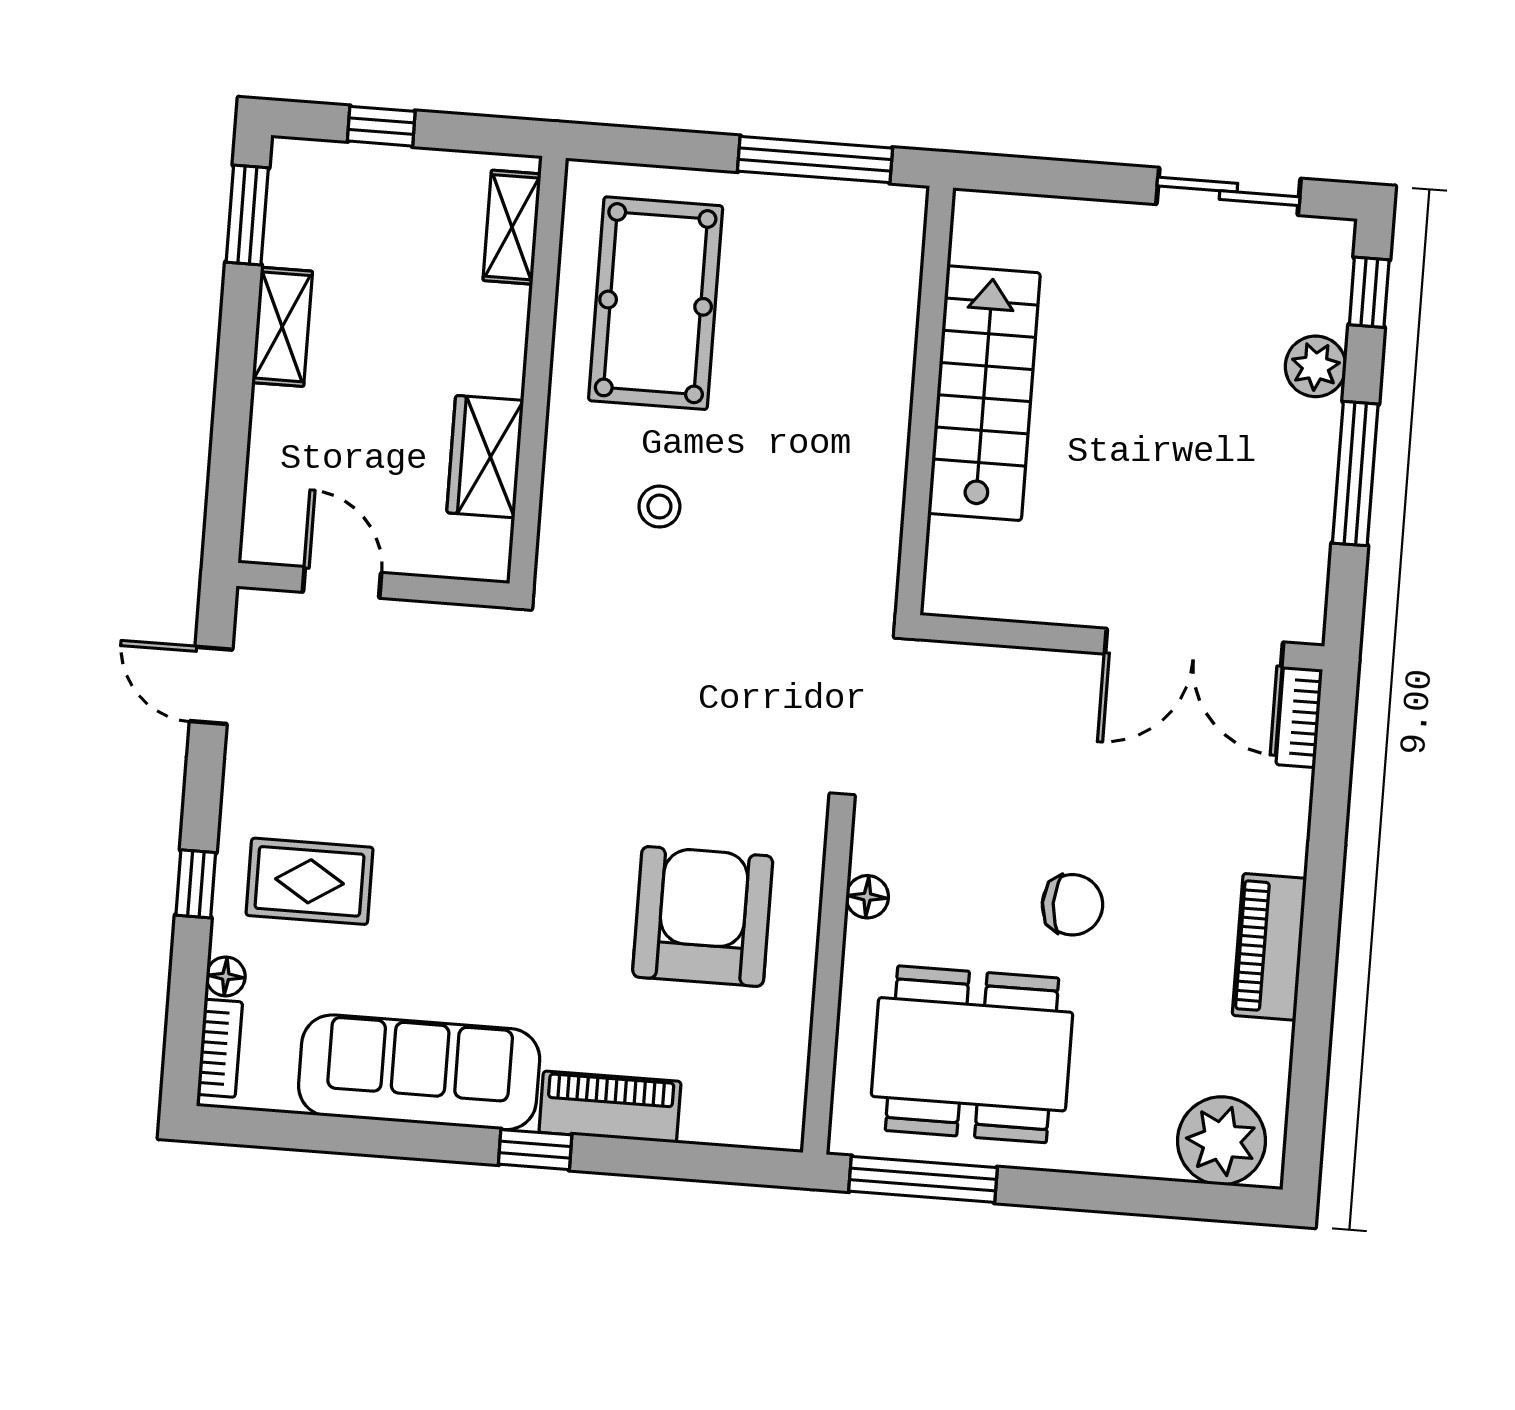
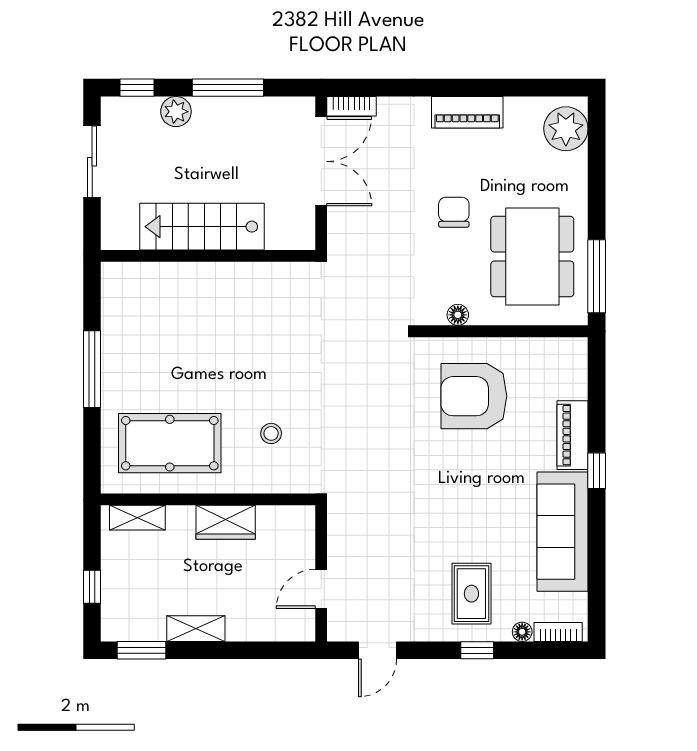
stairs: (984, 393) -> (202, 227), moved
wall: (925, 401) -> (208, 256), moved
wardrobe: (485, 457) -> (226, 522), moved

